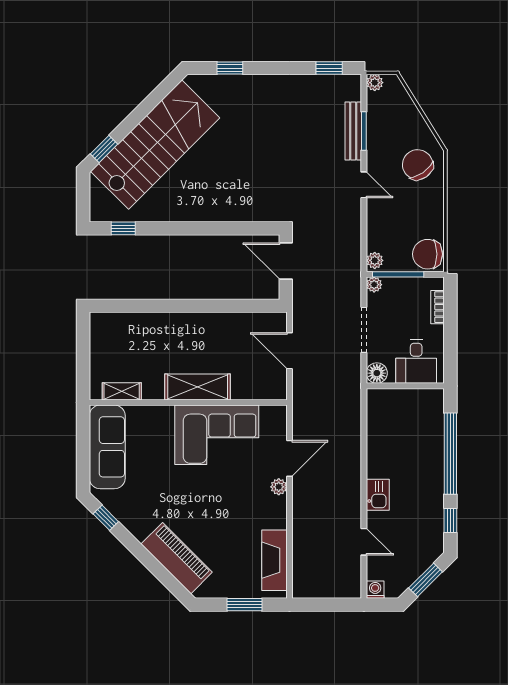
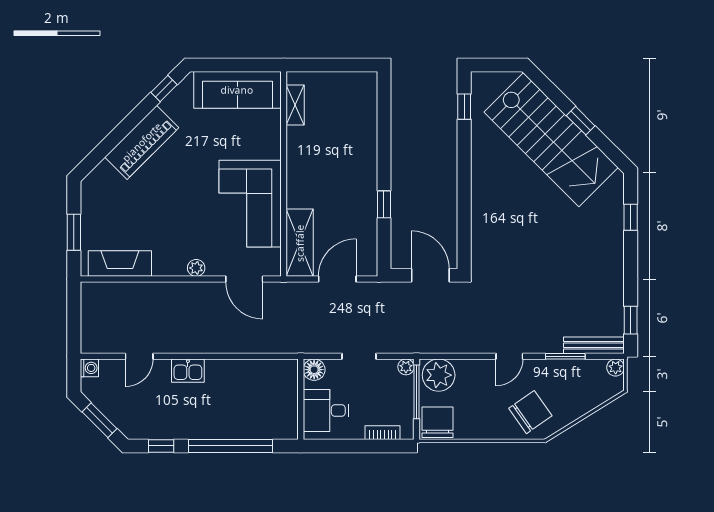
bench: (353, 131) -> (594, 345), moved
window: (104, 149) -> (581, 121), moved
plant: (375, 260) -> (439, 375), width x1.87, depth x1.87
door: (286, 261) -> (430, 275), hinge flipped
window: (218, 306) -> (384, 204), added
doorway: (364, 330) -> (359, 356), width x0.73
shelving: (198, 387) -> (300, 243), moved
door: (289, 458) -> (244, 279), moved
piano: (177, 558) -> (142, 142), moved

